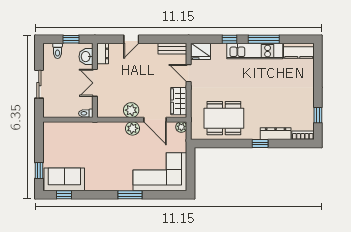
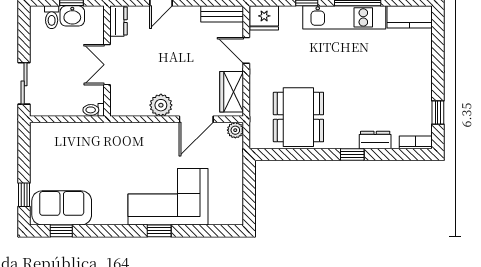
washbasin: (86, 57) -> (72, 16), moved, turned -90
sliding door: (39, 84) -> (24, 83), moved
dining table: (224, 118) -> (298, 117), turned 90
door: (155, 120) -> (196, 119), hinge flipped
plant: (133, 128) -> (163, 132), removed
dresser: (276, 134) -> (375, 140), width x0.70
corner sofa: (160, 172) -> (168, 197), moved
window: (130, 195) -> (159, 231), width x0.67

